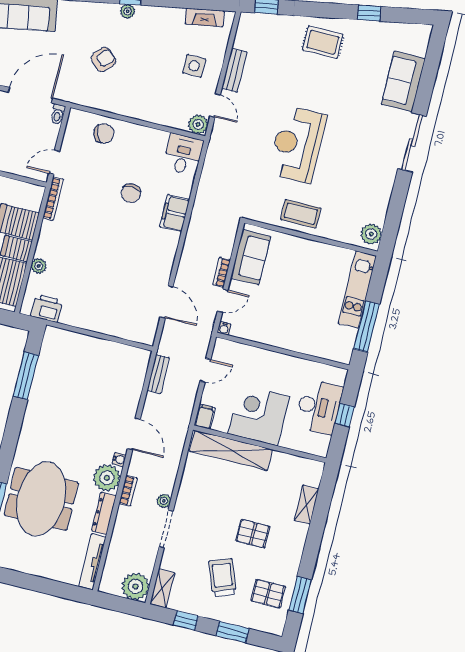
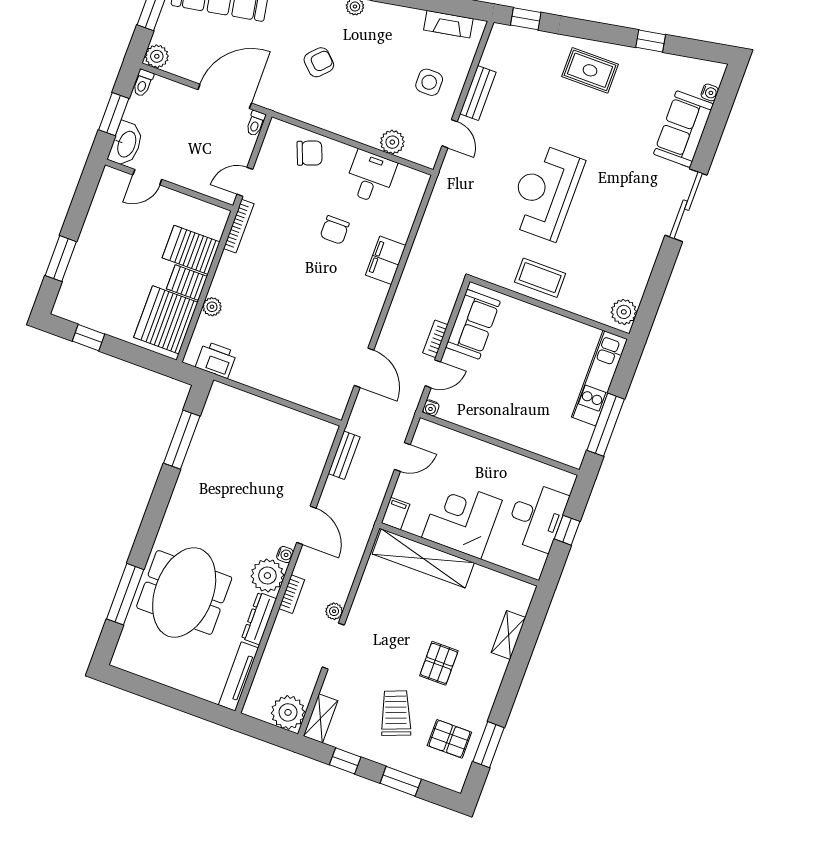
water cooler: (421, 49) -> (710, 92), added
plant: (198, 124) -> (392, 142), moved
desk: (183, 154) -> (370, 177), moved
pallet: (253, 534) -> (439, 663), turned 90

